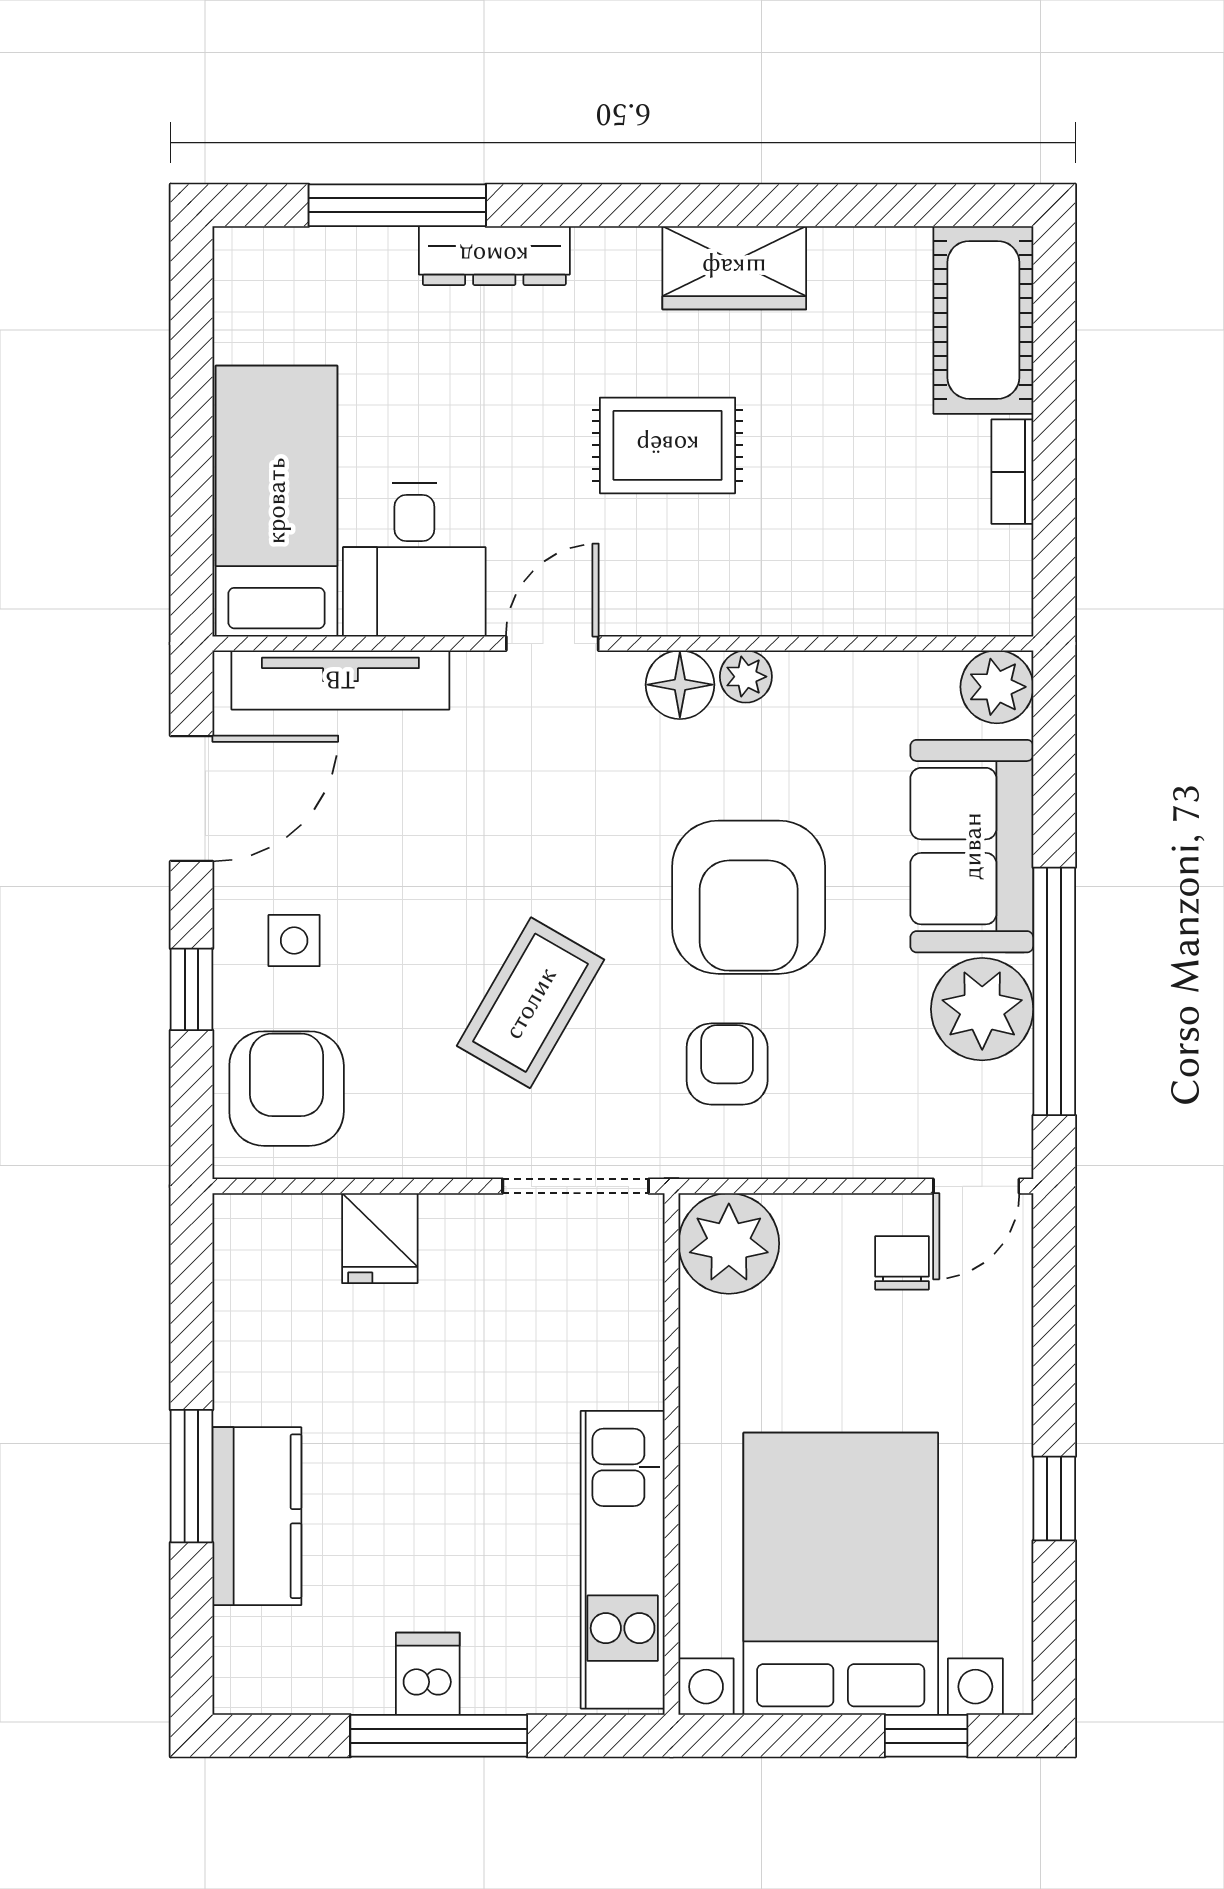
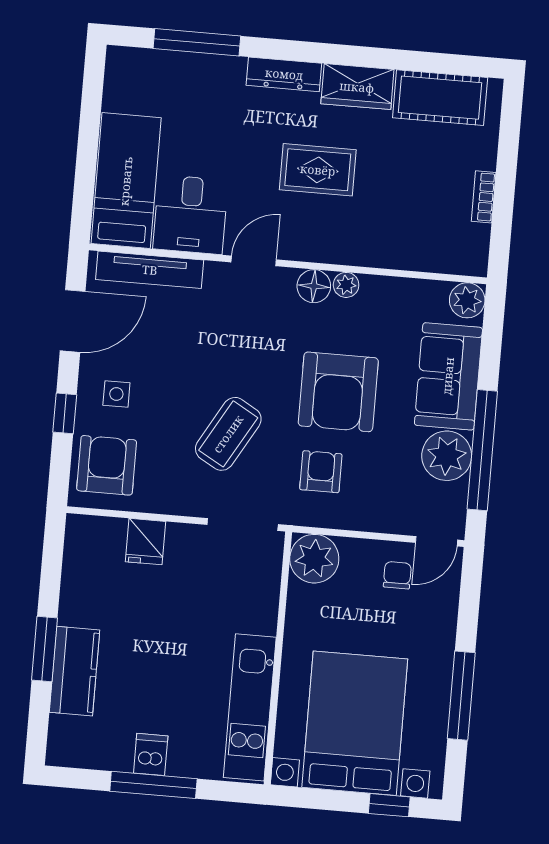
dresser: (494, 256) -> (284, 74), moved
cot: (983, 320) -> (440, 98), moved, turned 90
window: (1054, 1498) -> (461, 696), width x2.17

